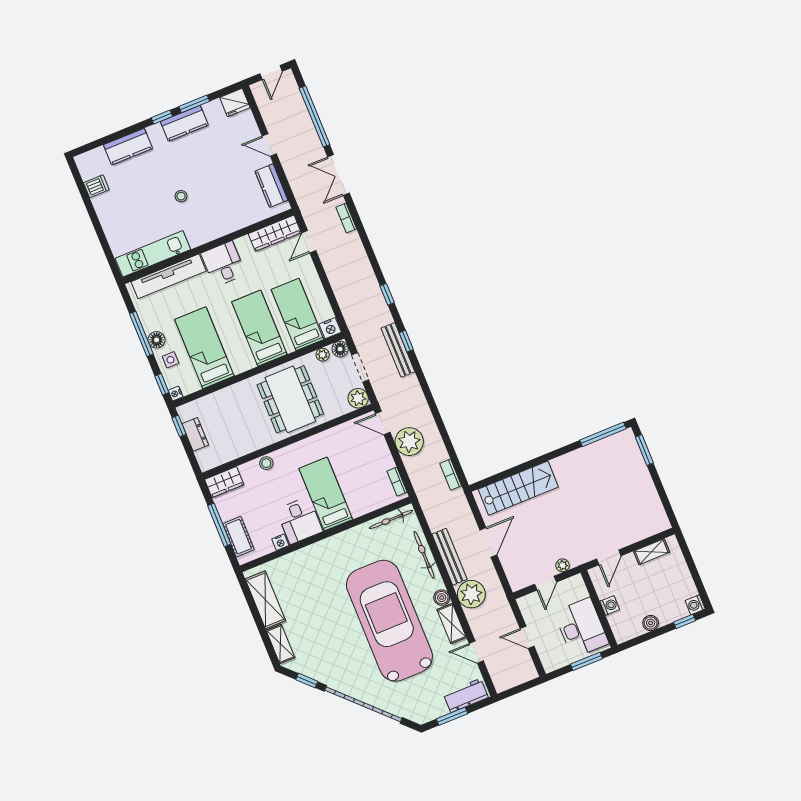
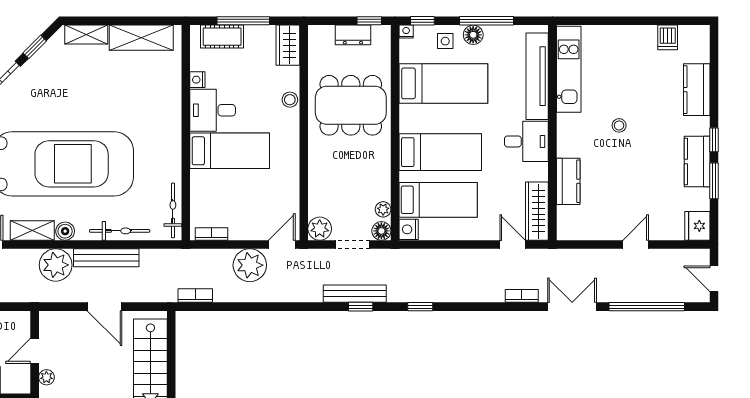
kitchen counter: (271, 186) -> (568, 181), moved, turned 90
dining table: (290, 399) -> (351, 105), moved
door: (546, 583) -> (35, 351), hinge flipped

